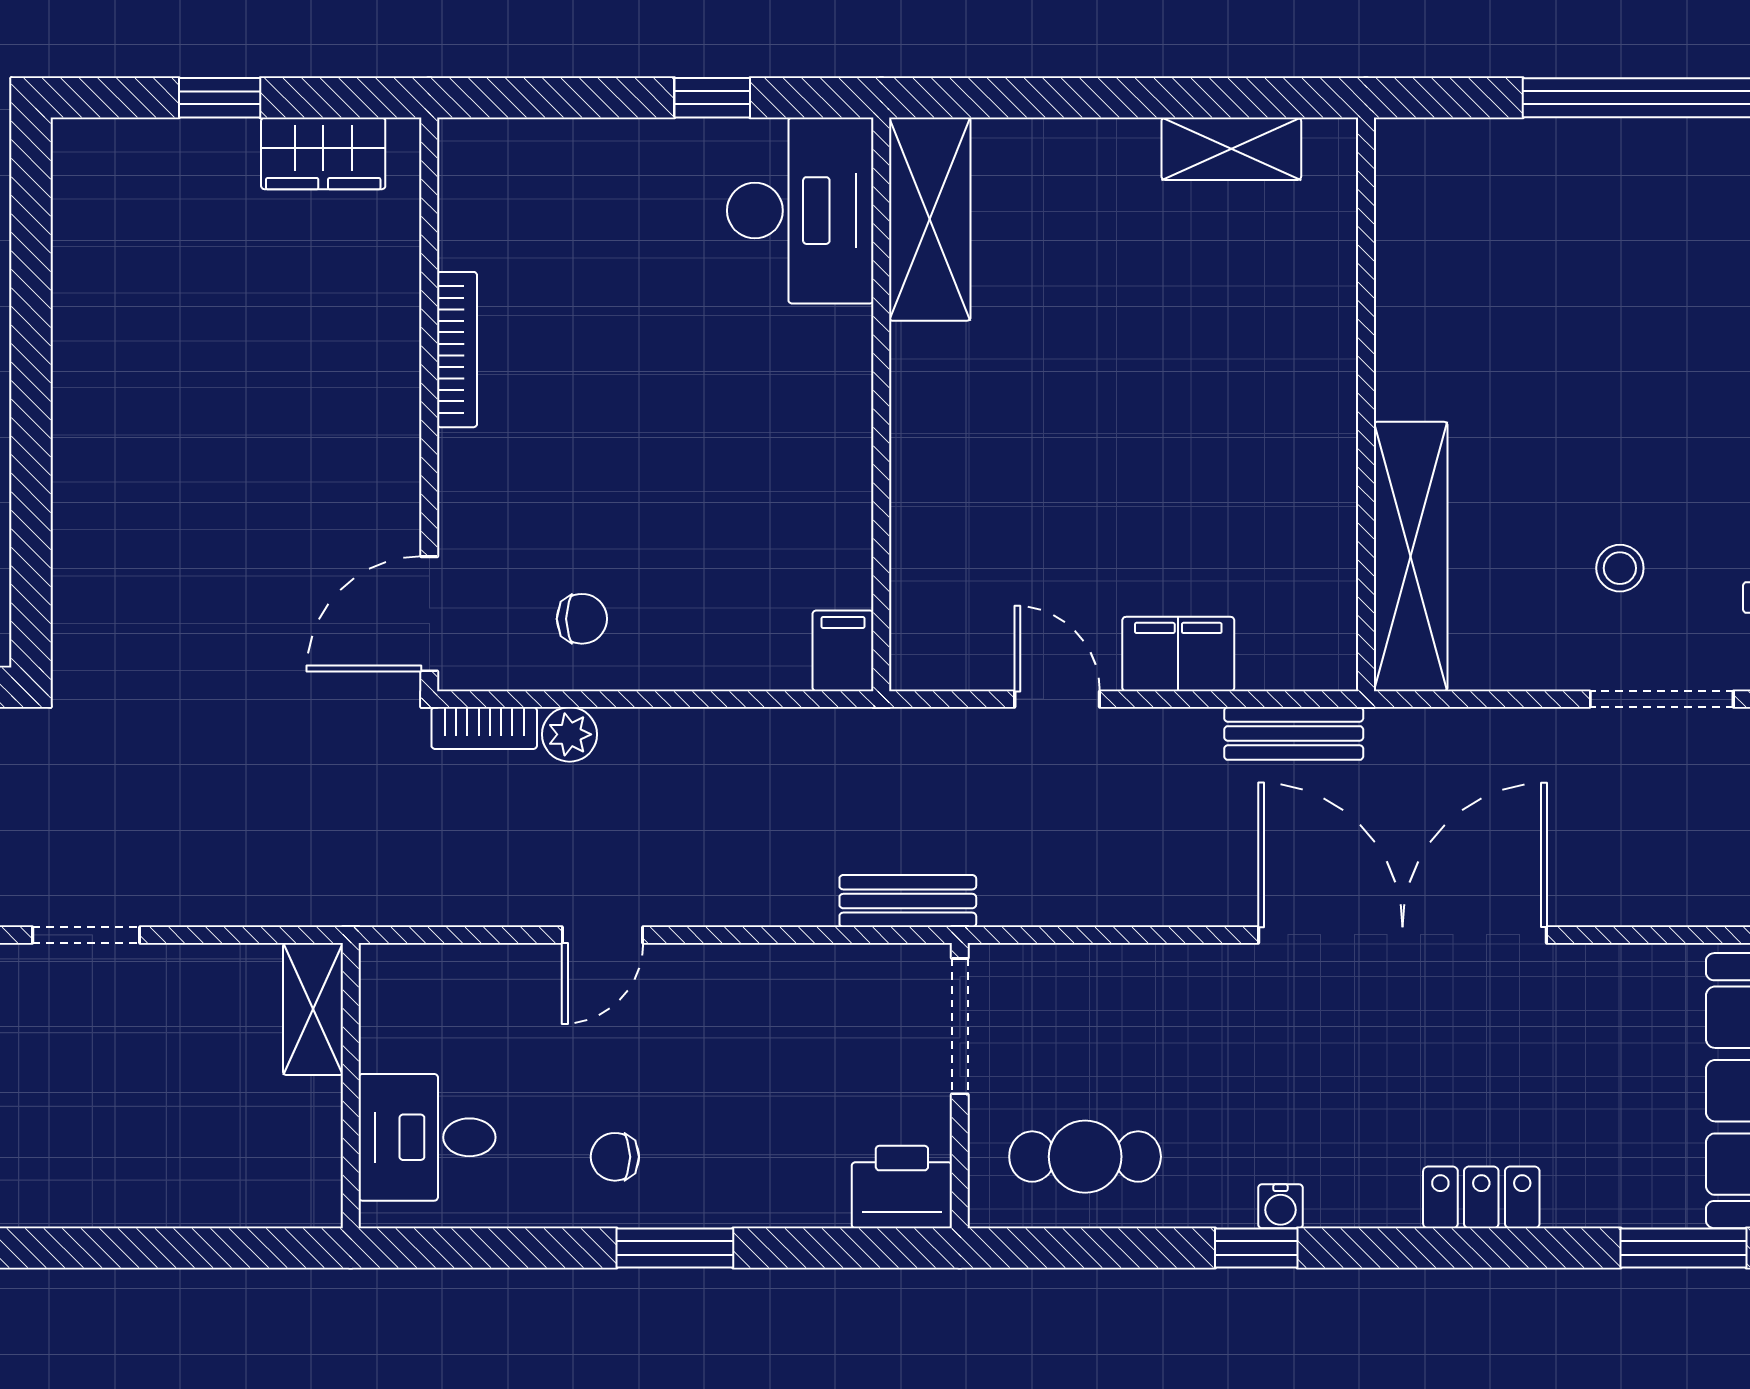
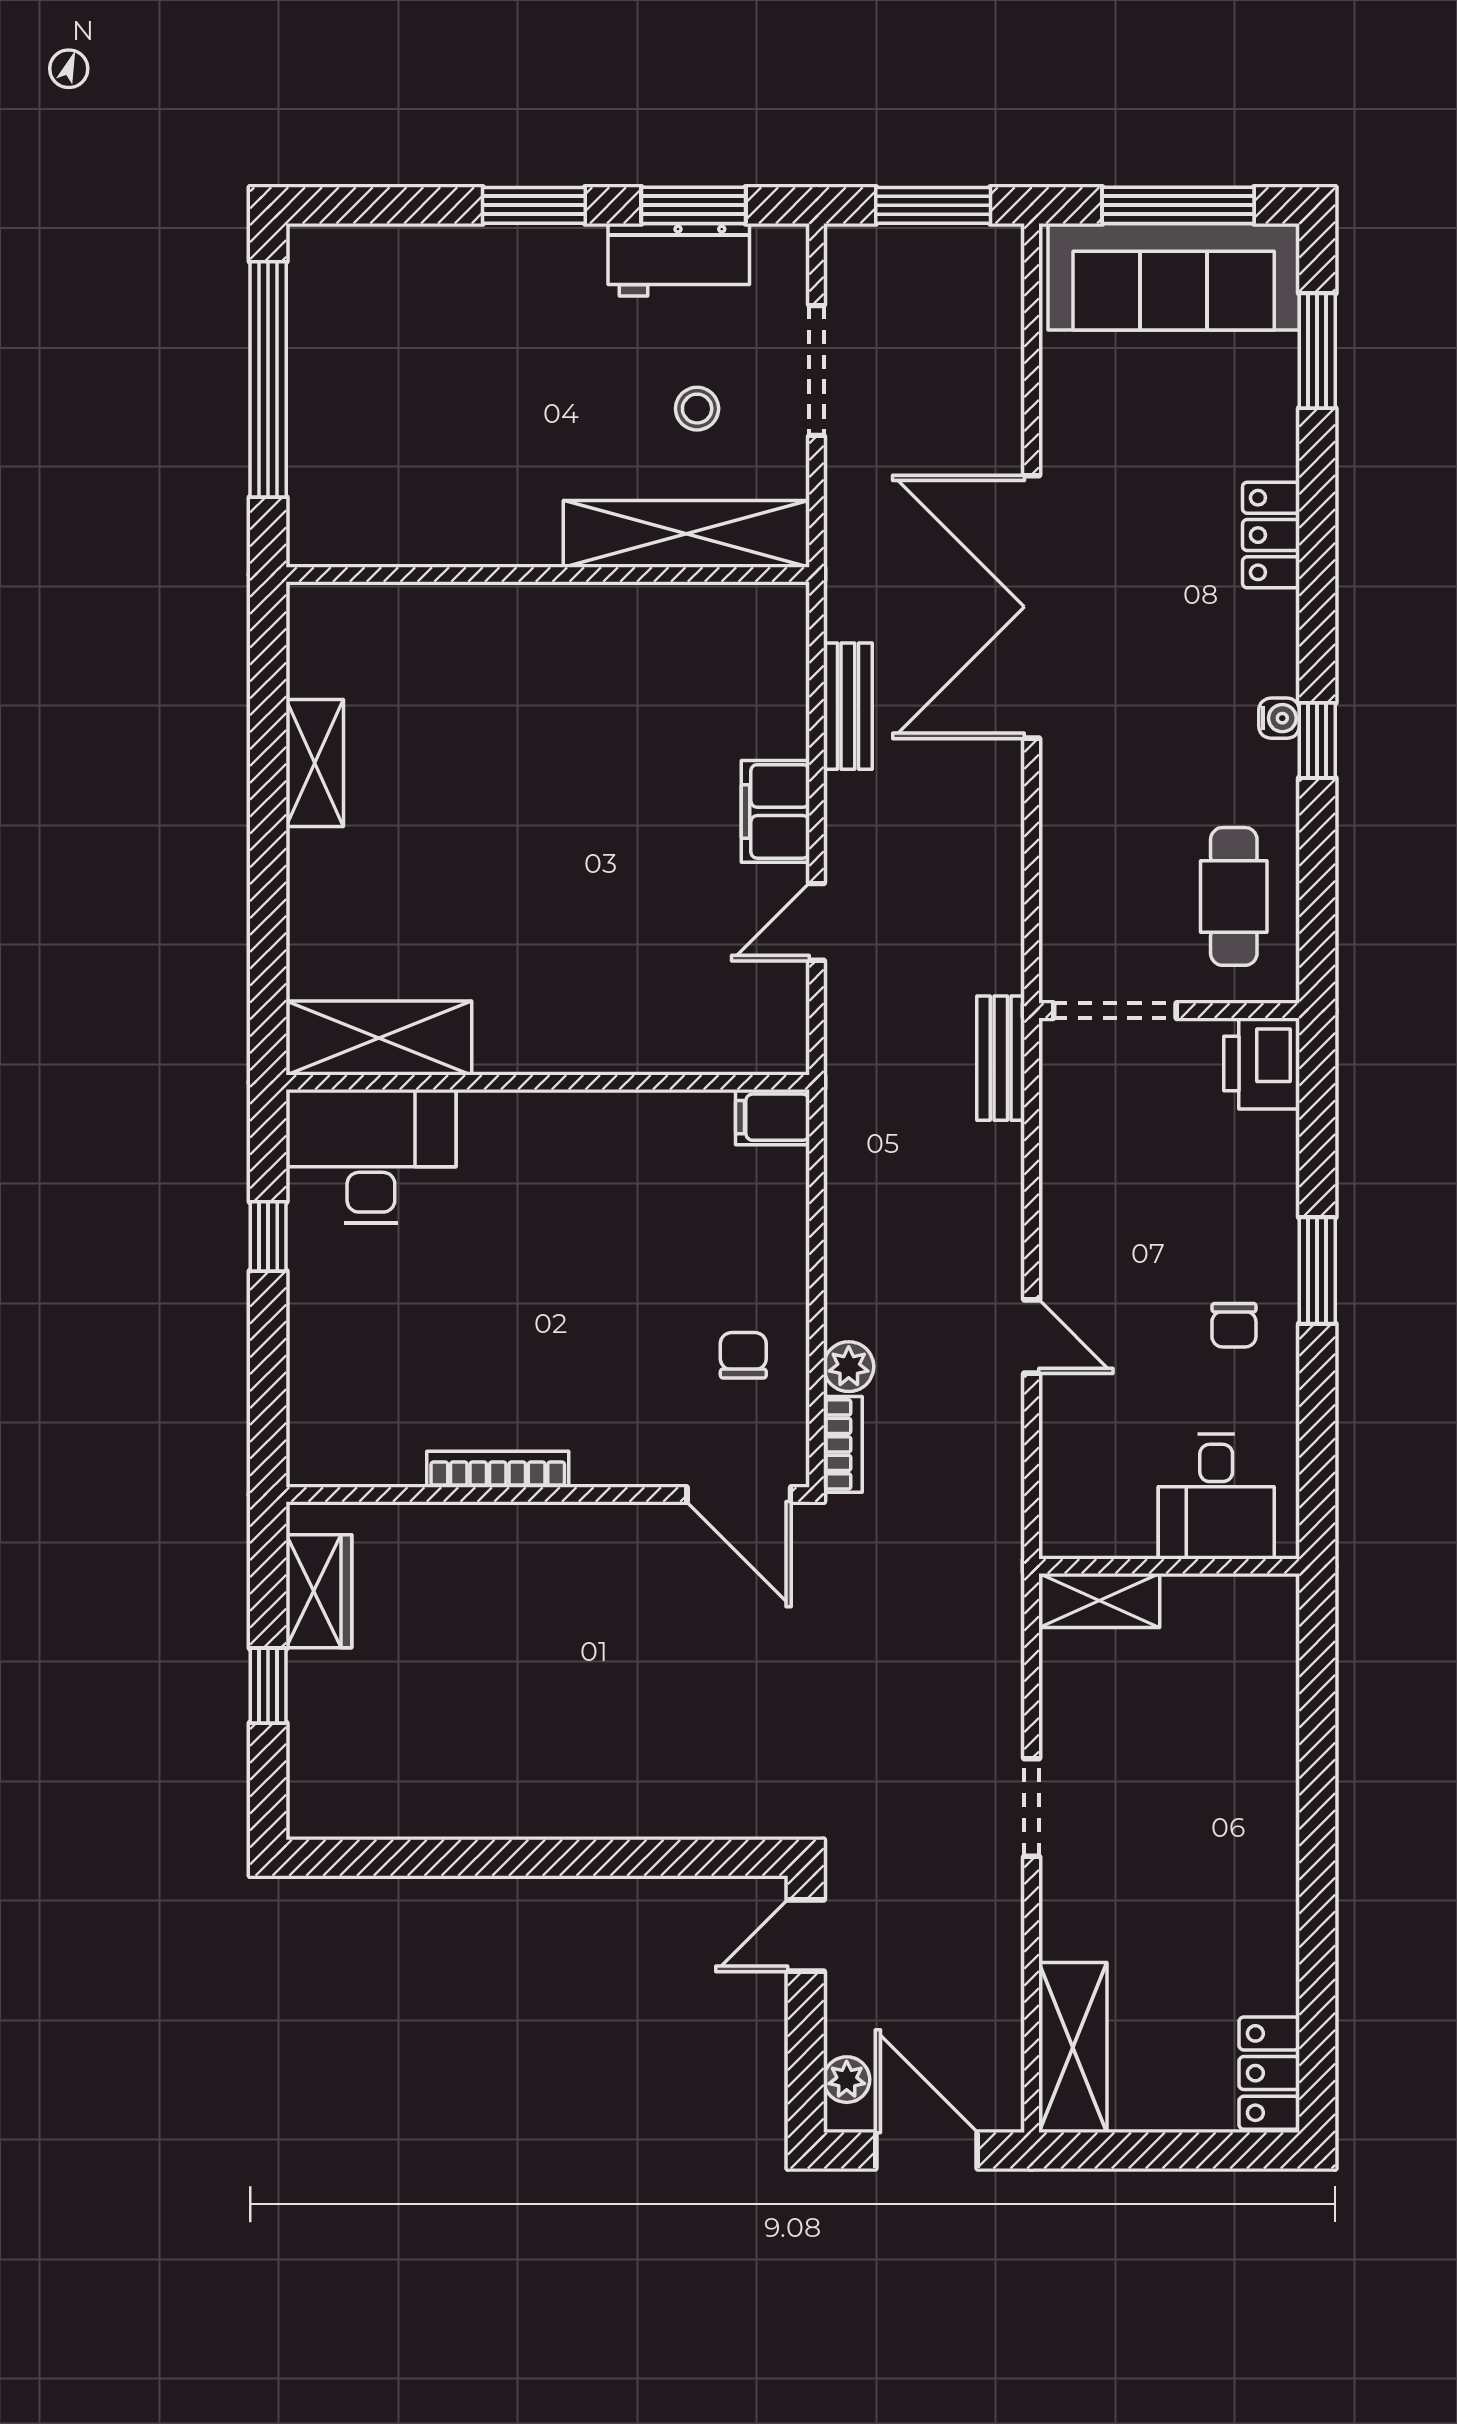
wall: (1366, 404) -> (548, 575), moved
shelving: (1411, 556) -> (686, 534), moved

